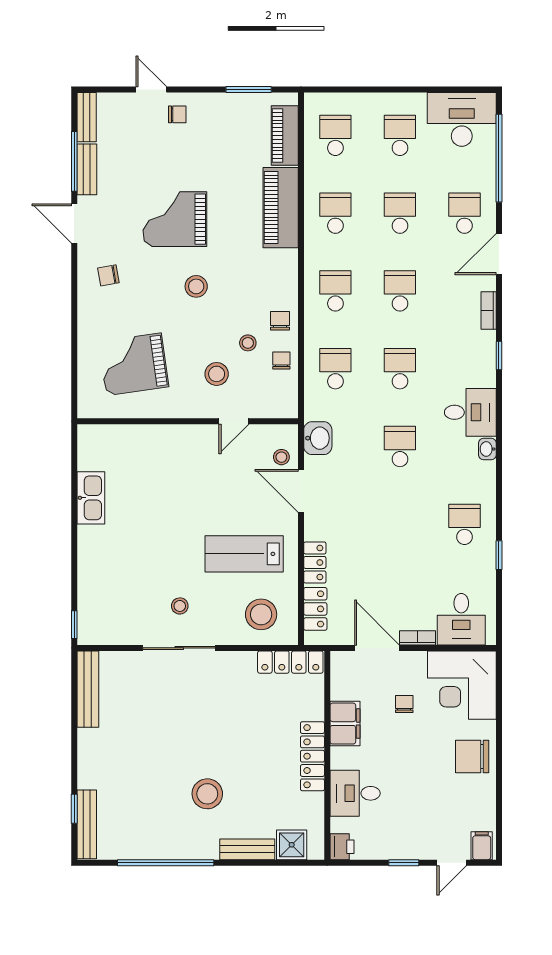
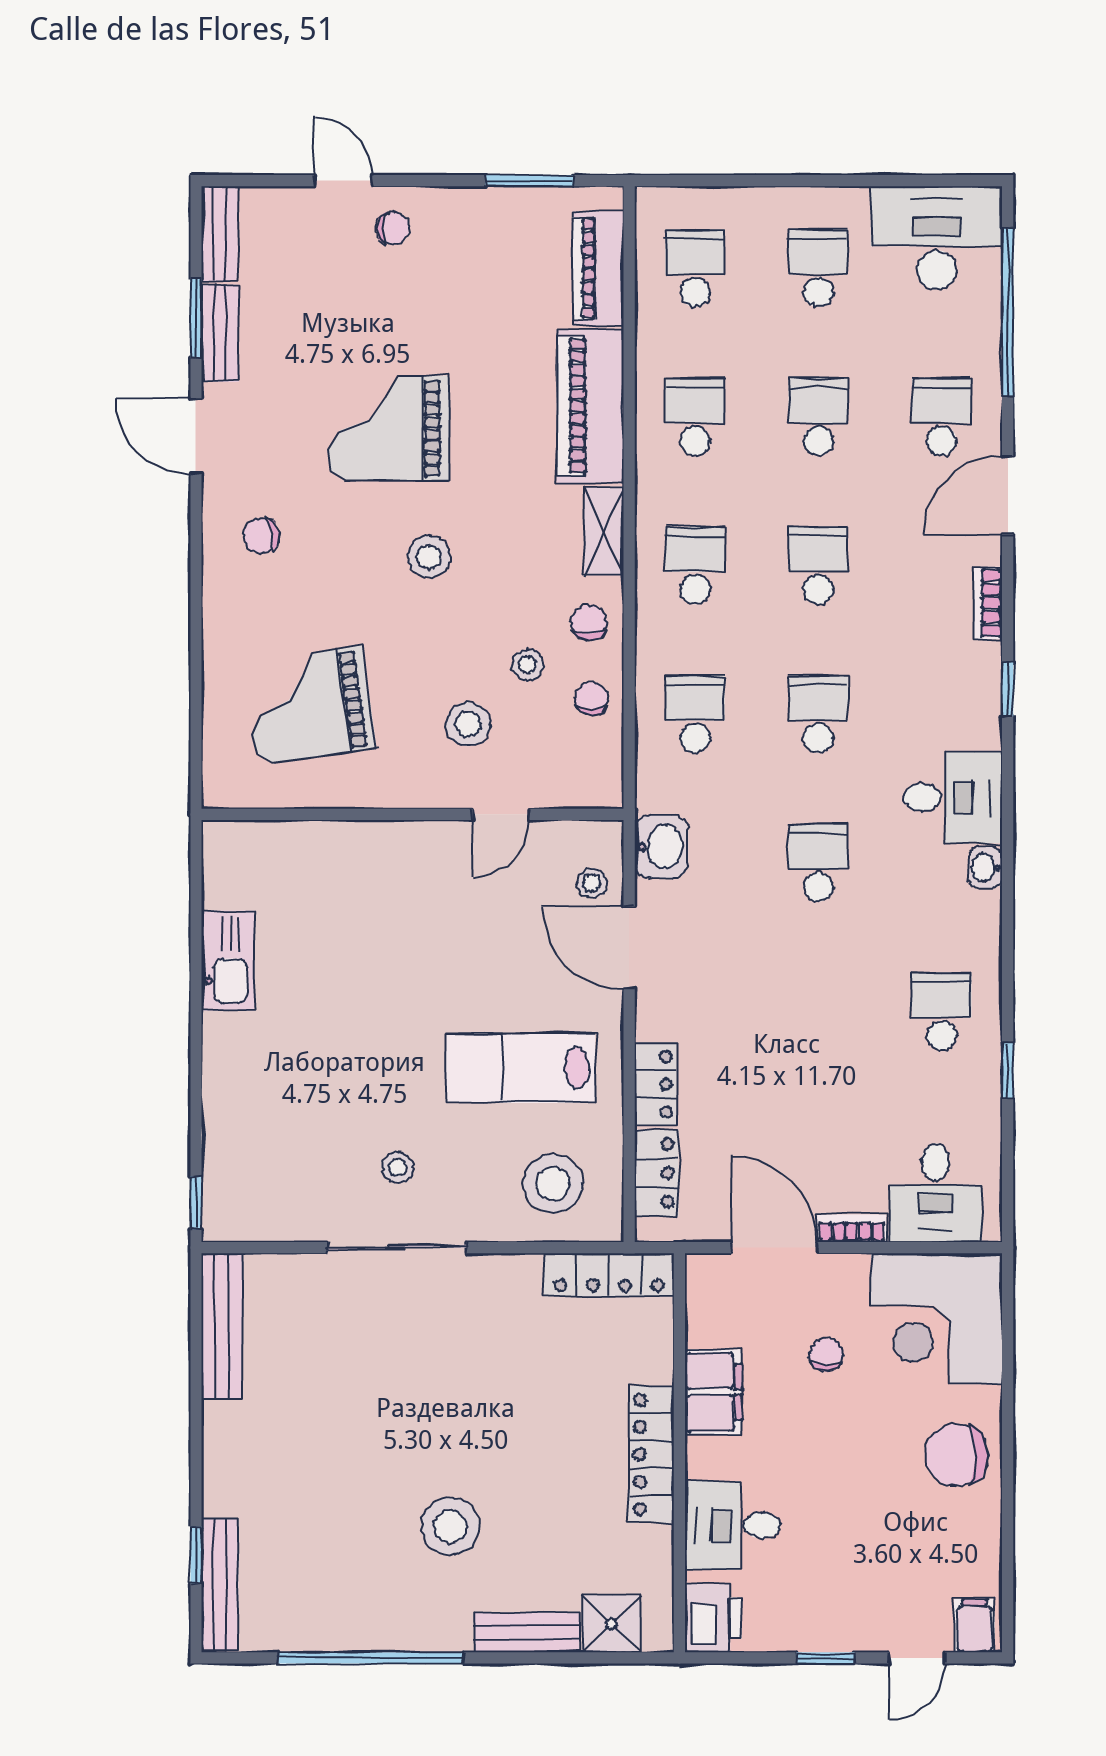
window: (74, 161) -> (196, 318), width x0.69
shelving: (288, 273) -> (604, 531), added
printer: (342, 847) -> (713, 1618), width x1.36, depth x1.24

